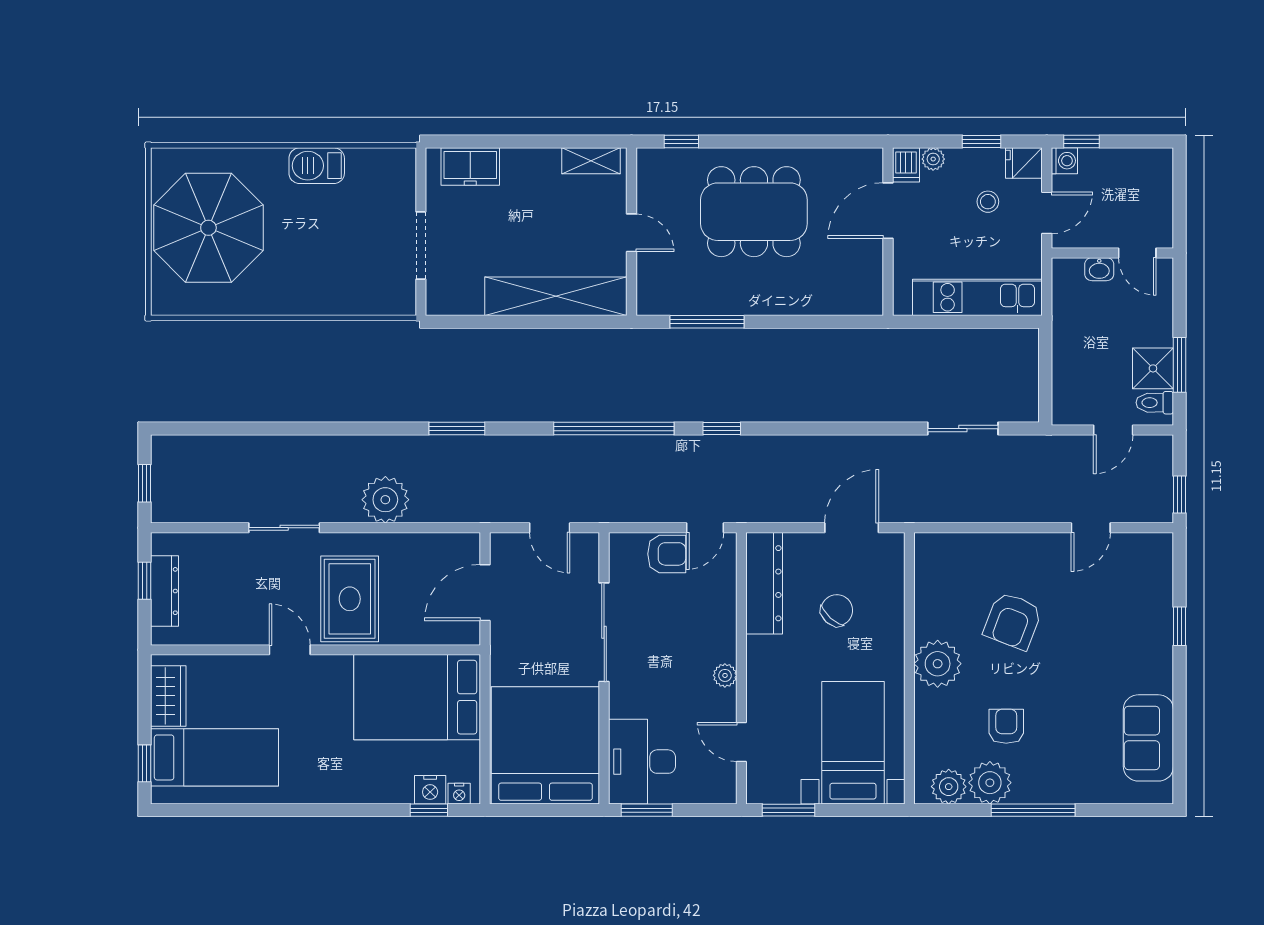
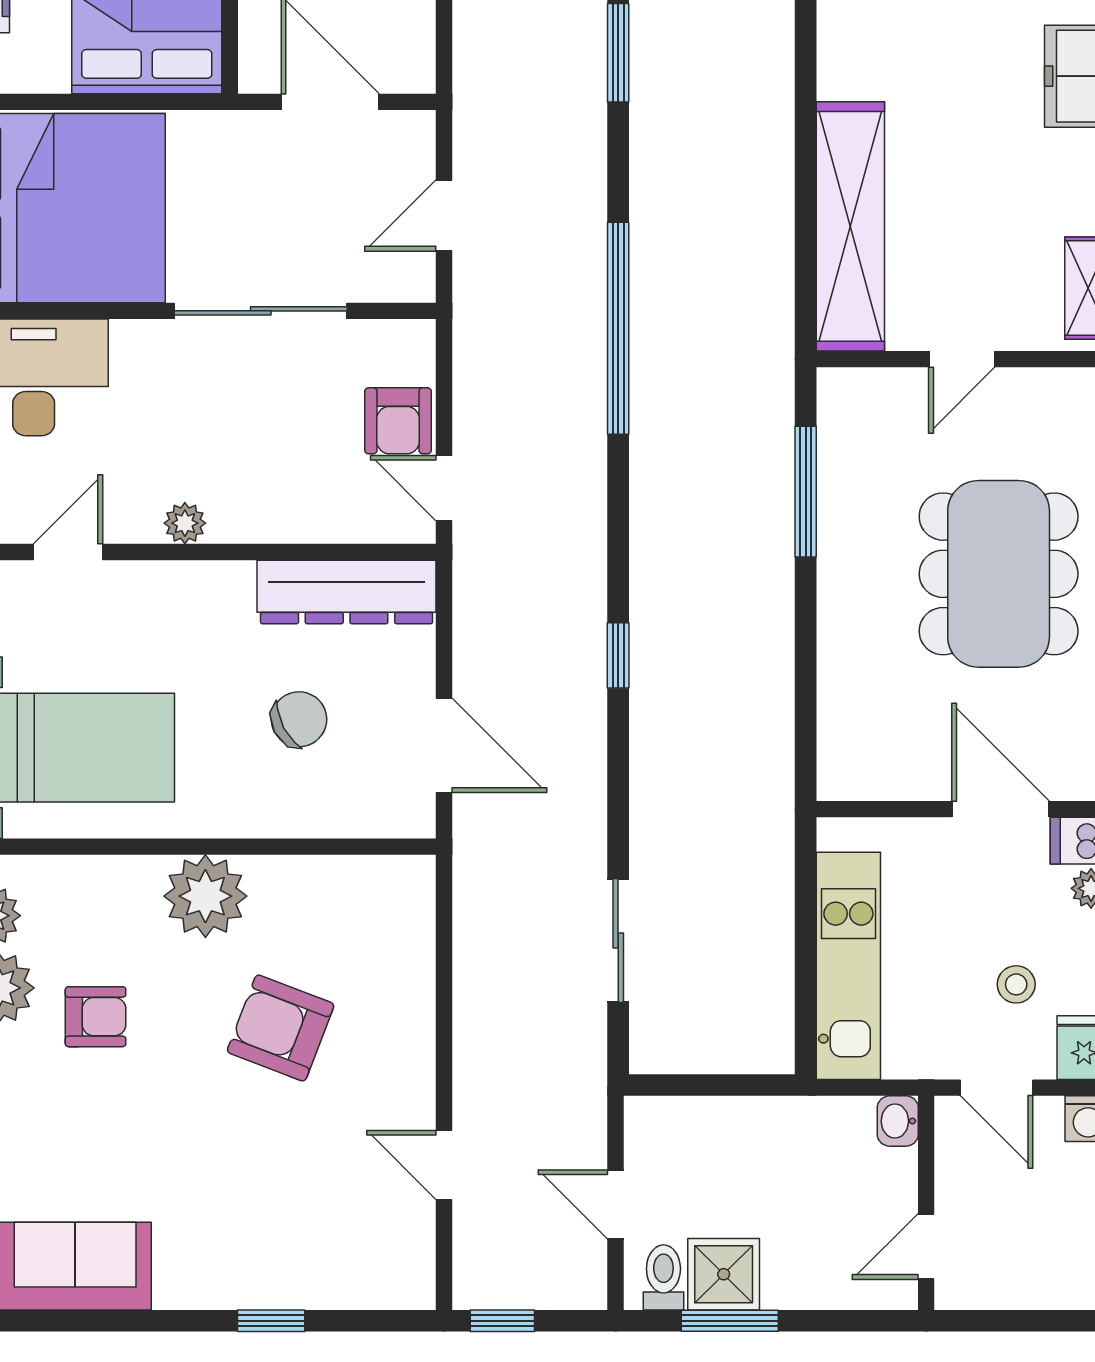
washbasin: (1099, 269) -> (898, 1121), moved
window: (722, 429) -> (618, 655), moved
chair: (837, 610) -> (299, 719), turned -70

